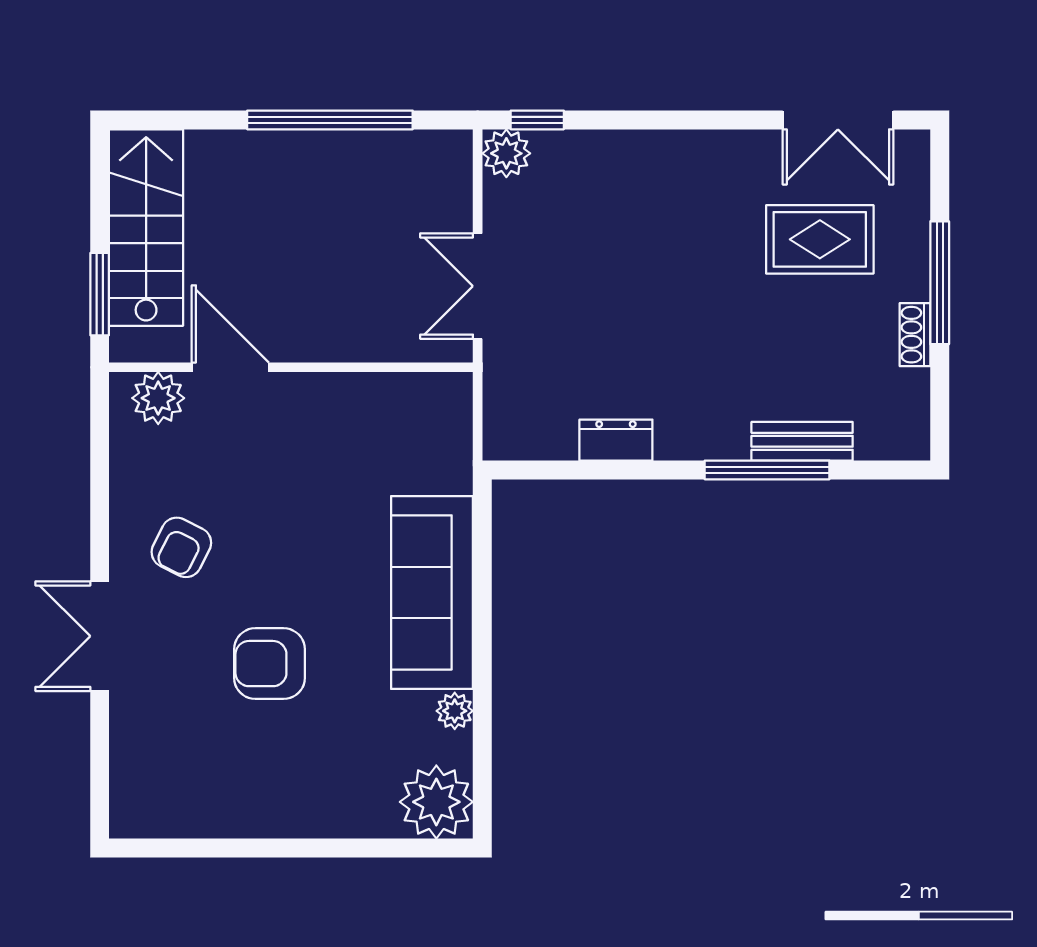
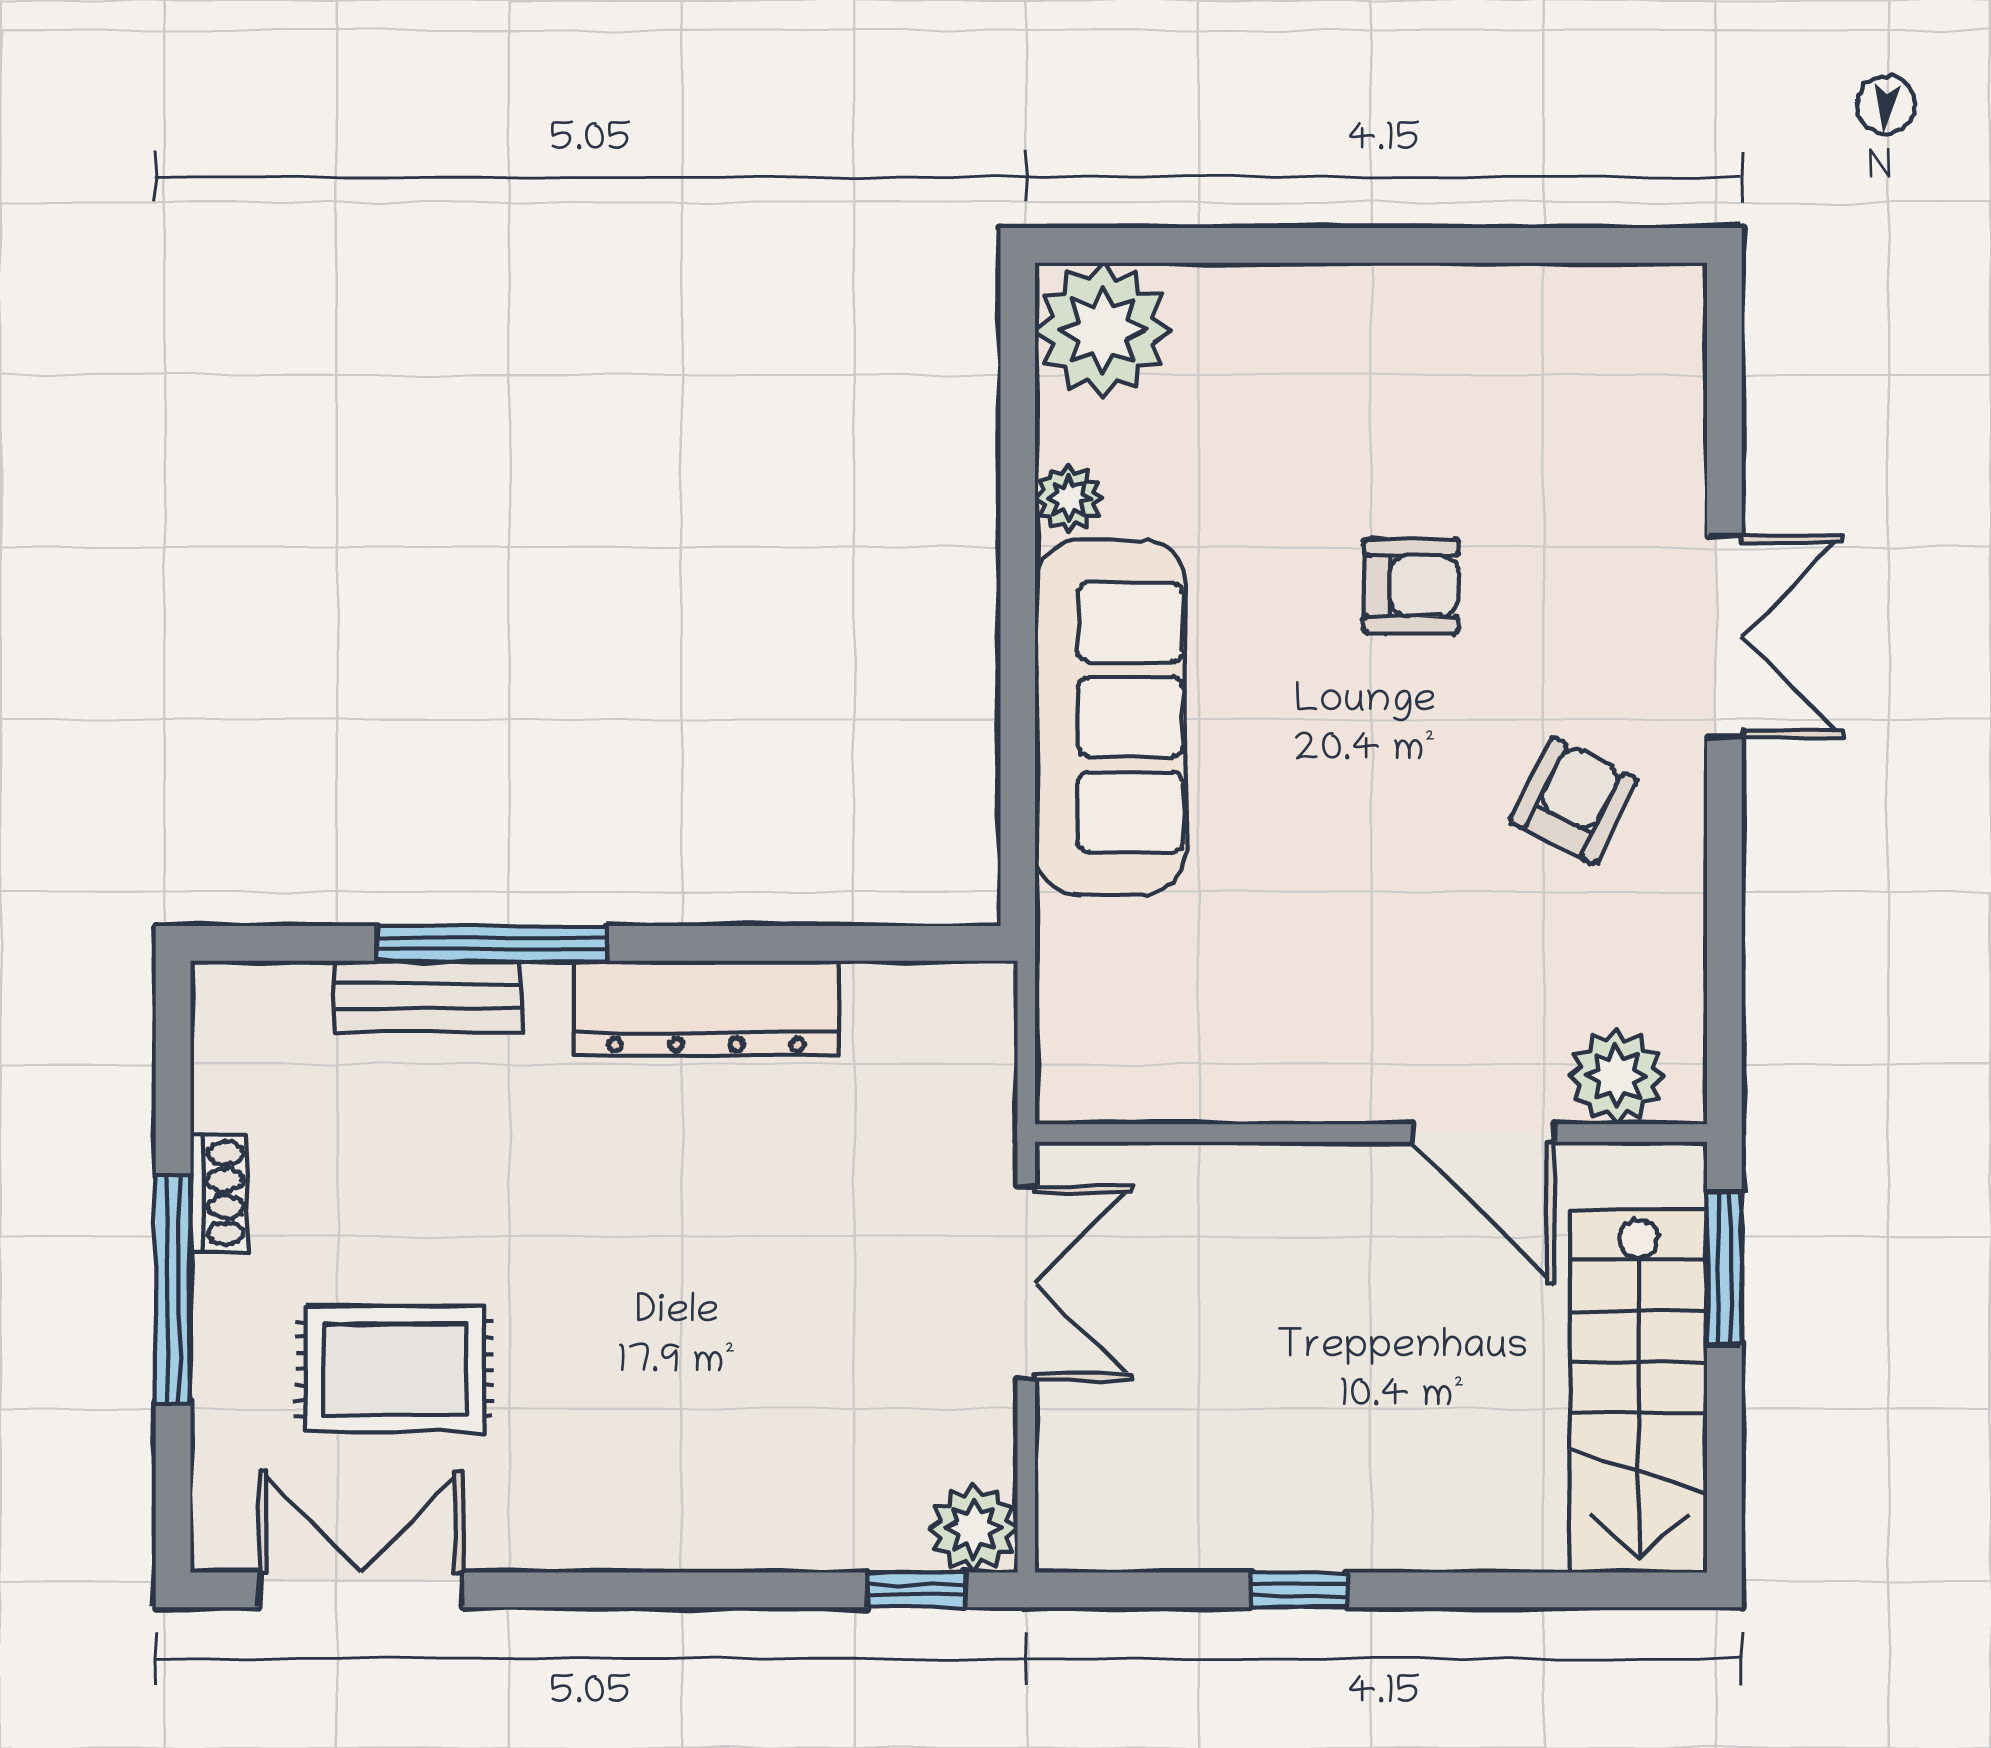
window: (330, 120) -> (1299, 1590), width x0.32
dresser: (616, 440) -> (706, 1008), width x1.96, depth x1.24
armchair: (269, 664) -> (1411, 586), width x0.72, depth x0.72

